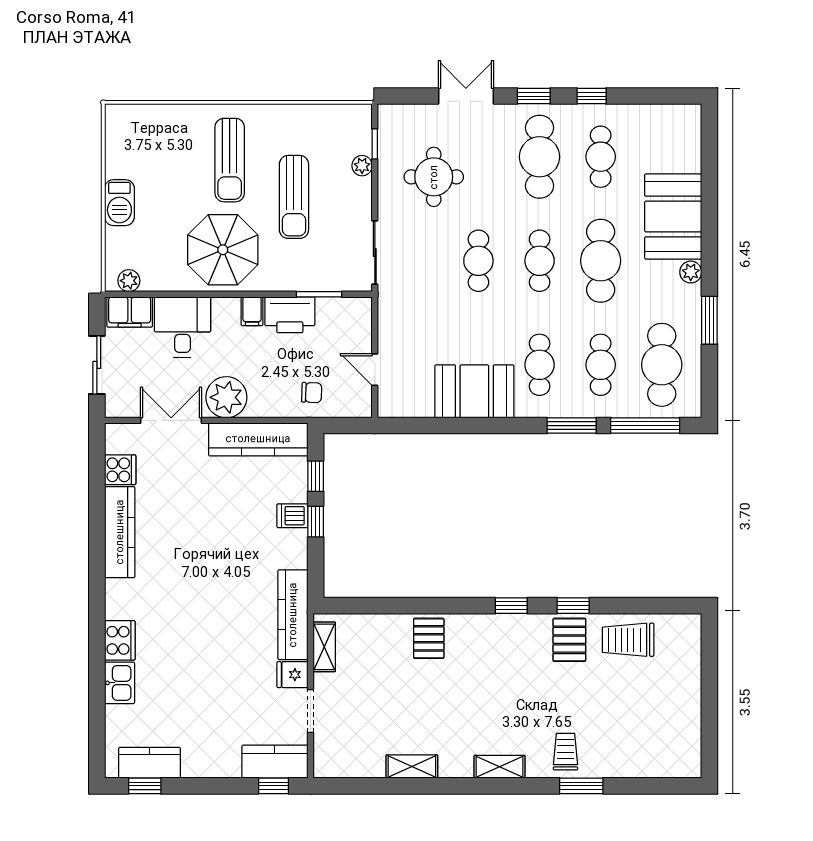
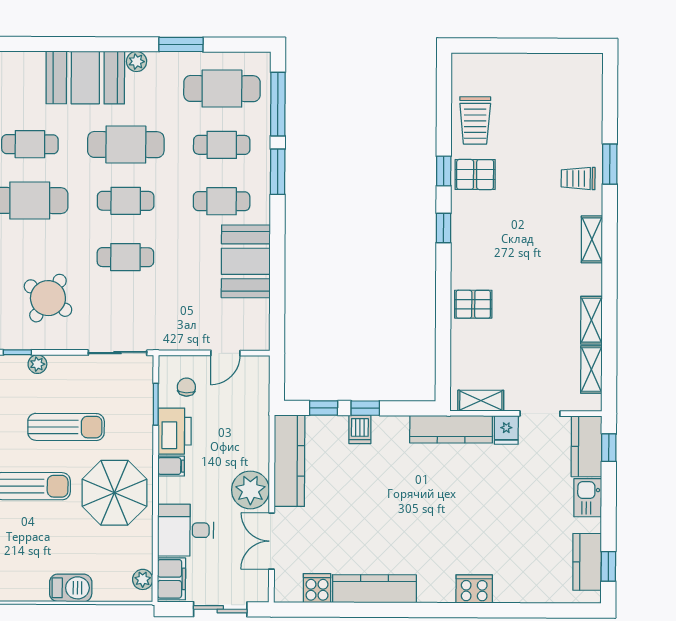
round table: (434, 177) -> (48, 298), turned 34
chair: (312, 393) -> (186, 387), moved
kitchen sink: (120, 683) -> (588, 498), moved, turned -90
shelving: (358, 767) -> (591, 369), added

